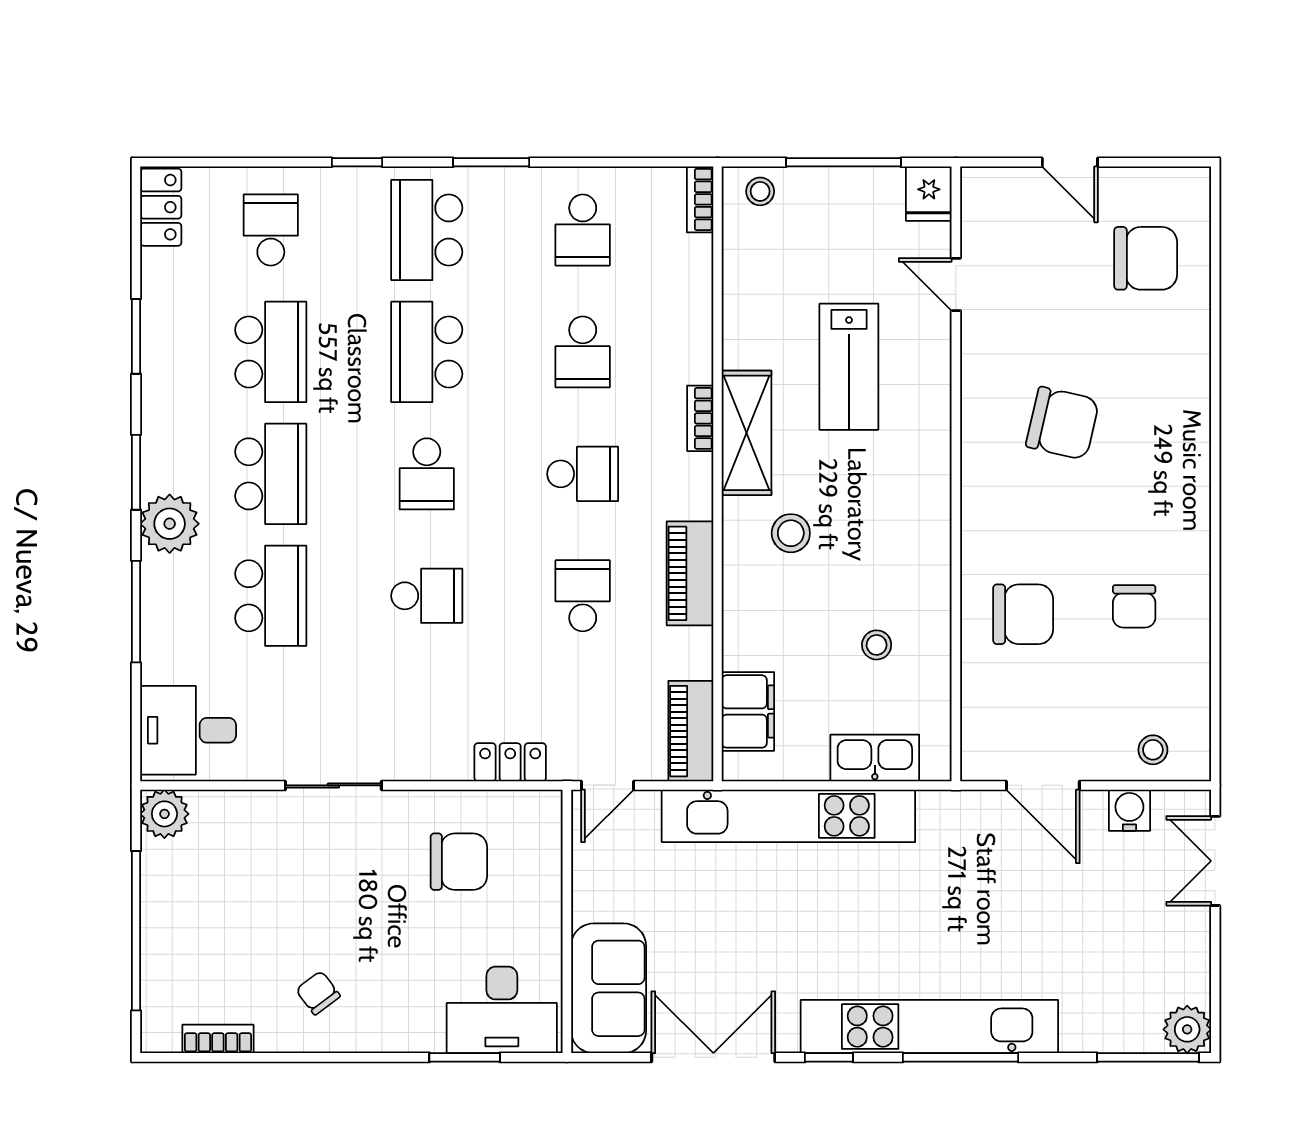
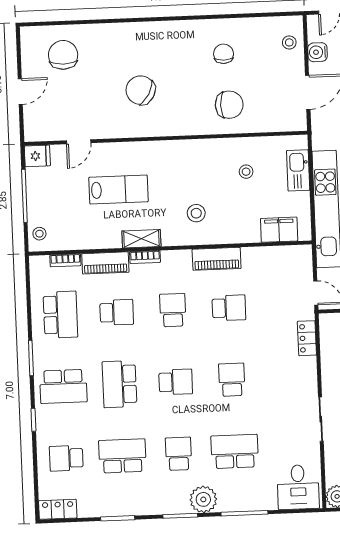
bookcase: (700, 199) -> (65, 260), moved
school desk: (583, 230) -> (60, 315), width x1.85
school desk: (427, 352) -> (119, 384), turned 90
chair: (1062, 423) -> (141, 90), turned -74
shelving: (746, 433) -> (141, 239), width x0.67, depth x0.75
school desk: (271, 474) -> (179, 454), width x0.54
school desk: (583, 596) -> (229, 308), turned 180
chair: (1134, 606) -> (224, 54), turned -90
chair: (1023, 614) -> (229, 105), turned 90
piano: (691, 731) -> (105, 263), moved

